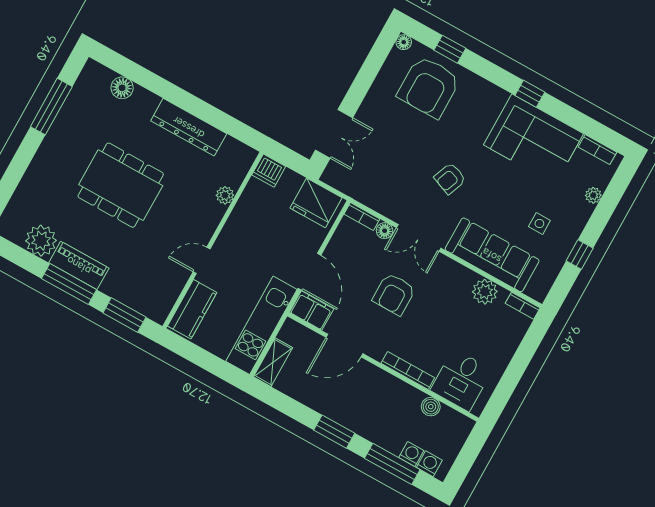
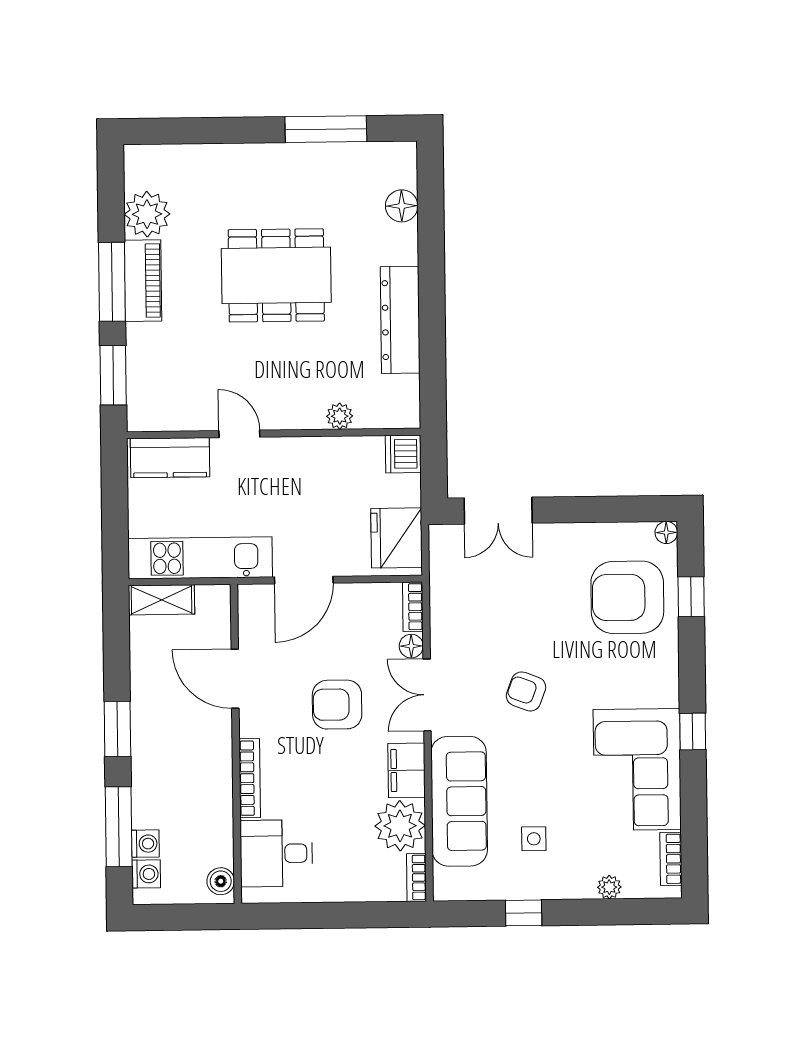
dining table: (121, 185) -> (276, 275), turned 90
plant: (485, 292) -> (400, 826), width x1.36, depth x1.36
filing cabinet: (312, 311) -> (407, 770), moved, turned 180
boiler: (431, 407) -> (221, 881), moved

